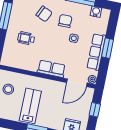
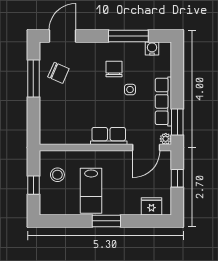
chair: (44, 14) -> (58, 73), moved
wheelchair: (26, 38) -> (67, 103), removed
window: (108, 48) -> (177, 122), moved
lab bench: (30, 106) -> (91, 191), turned 180

